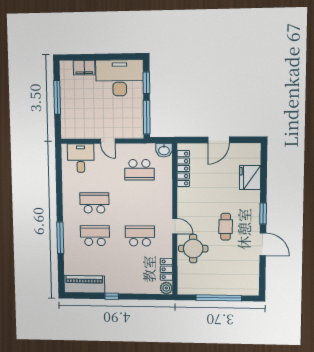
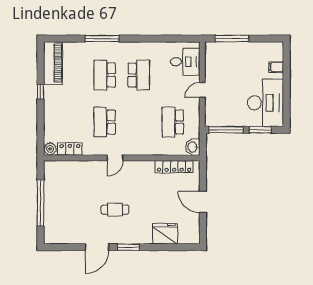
filing cabinet: (84, 68) -> (276, 67), width x0.50
window: (57, 97) -> (232, 39), moved
school desk: (95, 236) -> (105, 75), turned 180
school desk: (140, 236) -> (105, 122), turned 180
round table: (193, 249) -> (92, 177), removed

